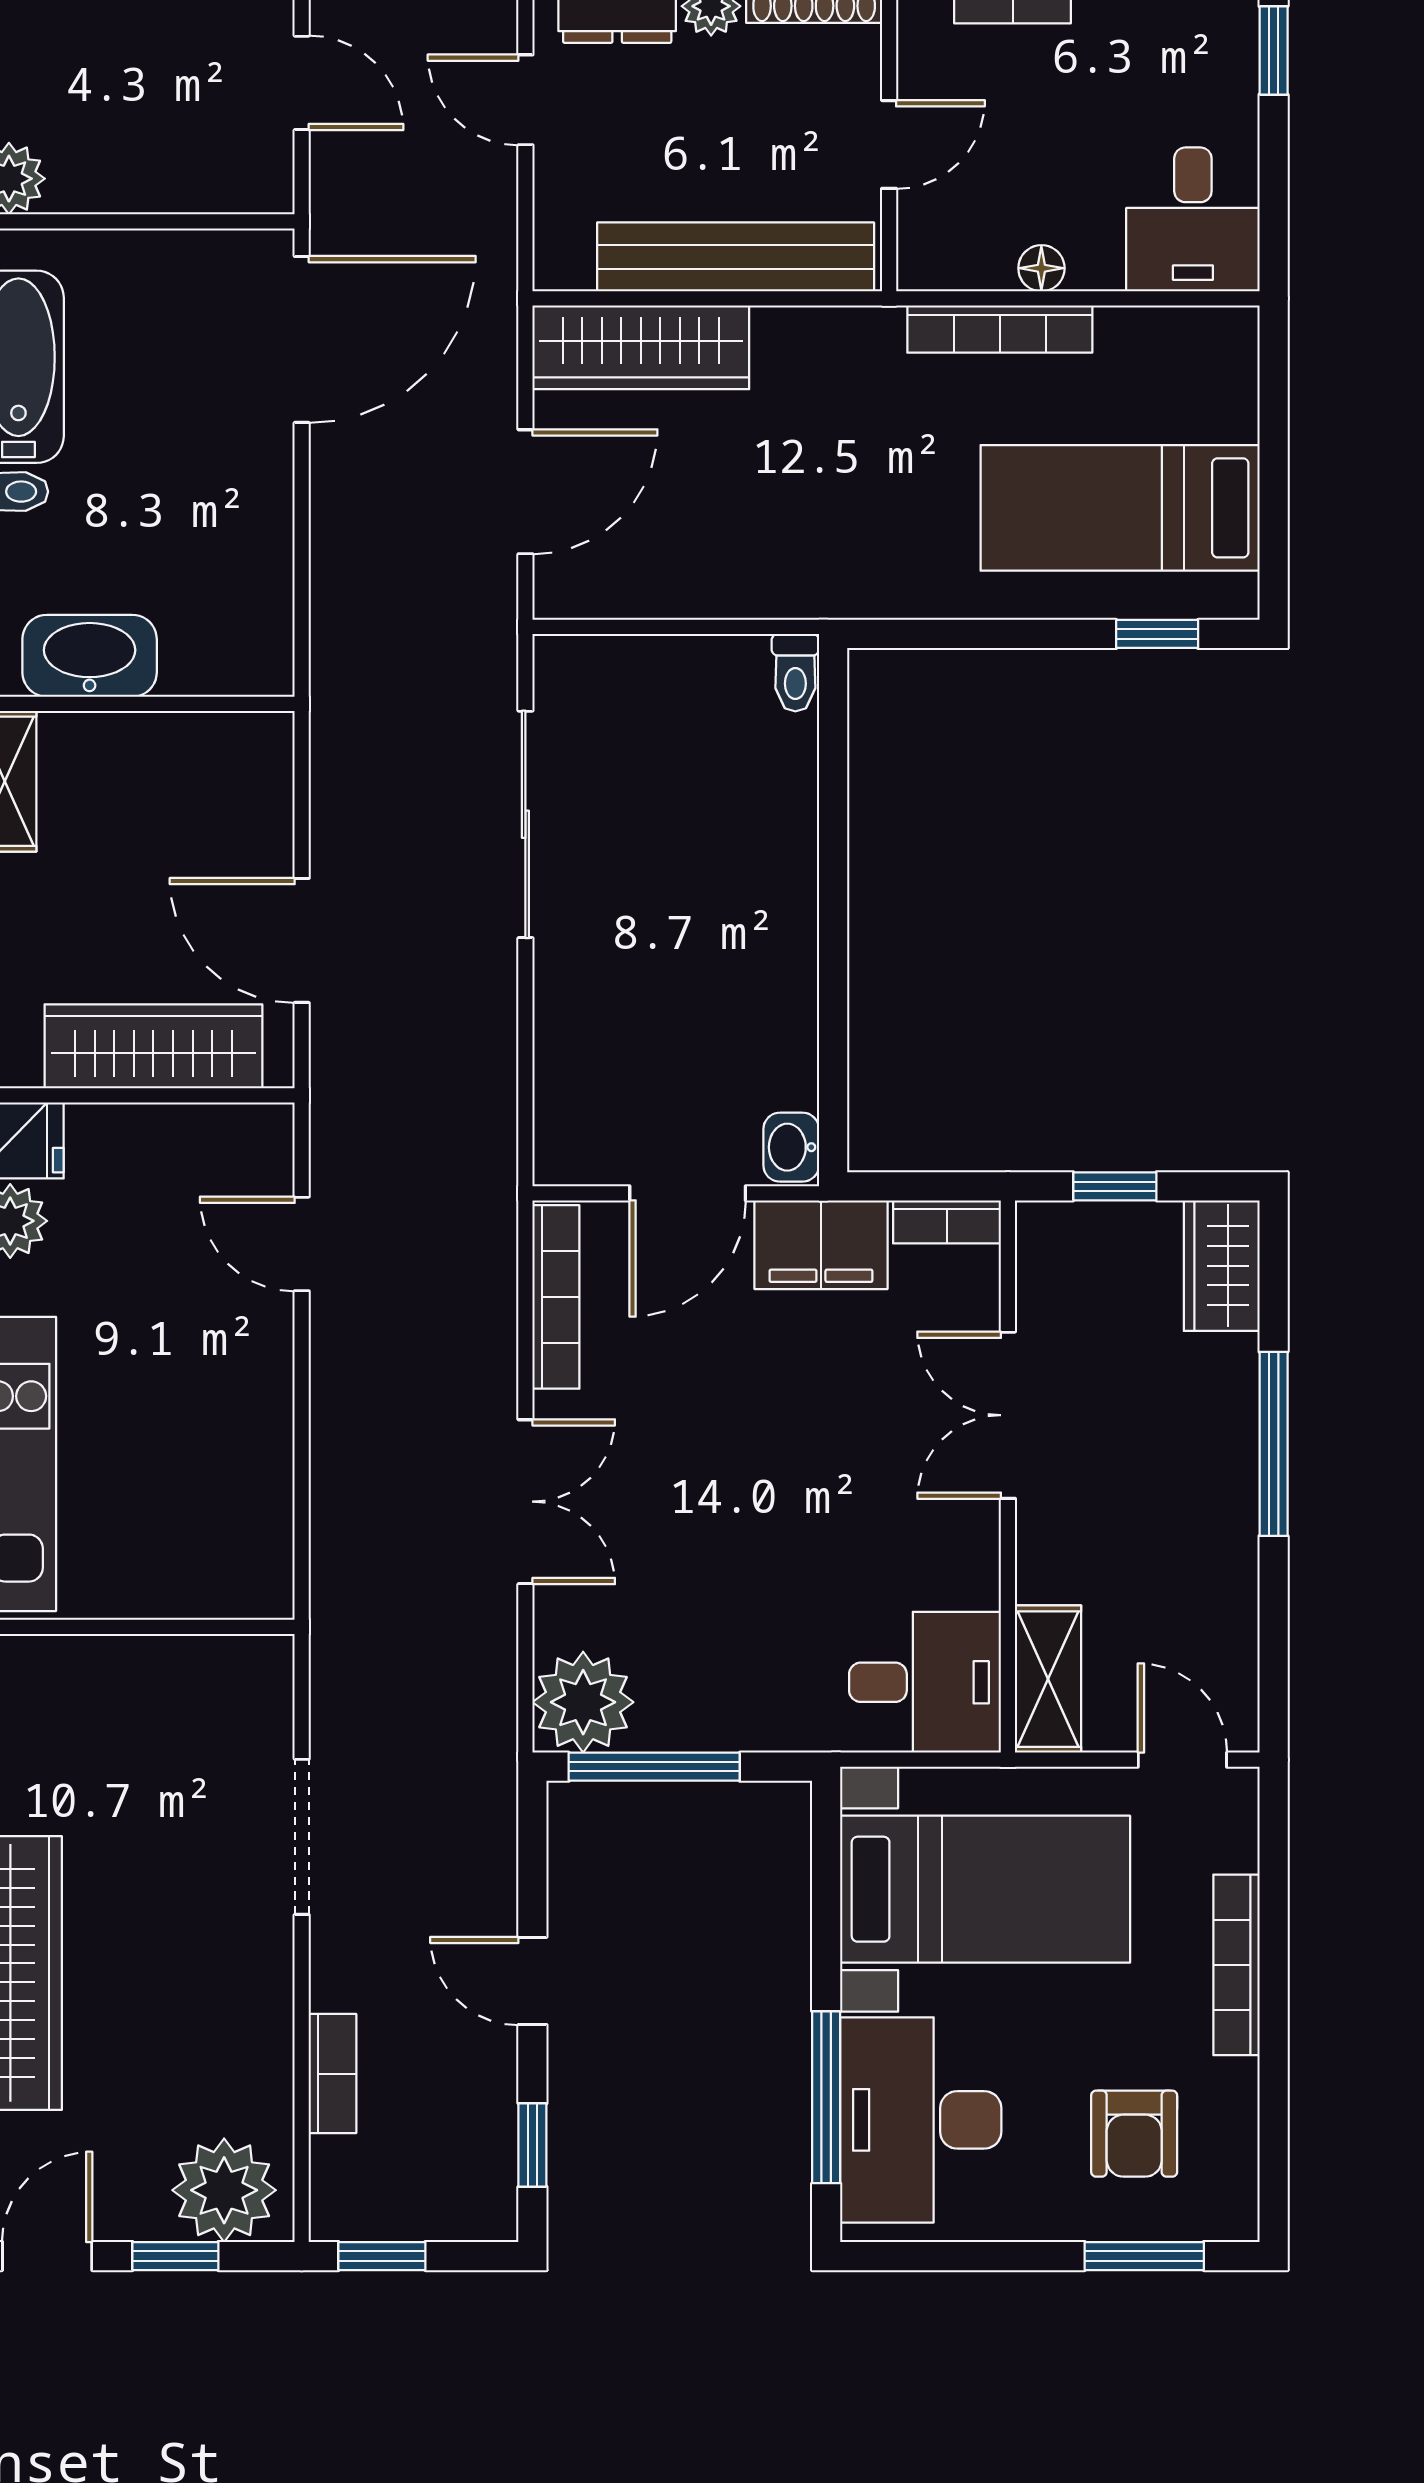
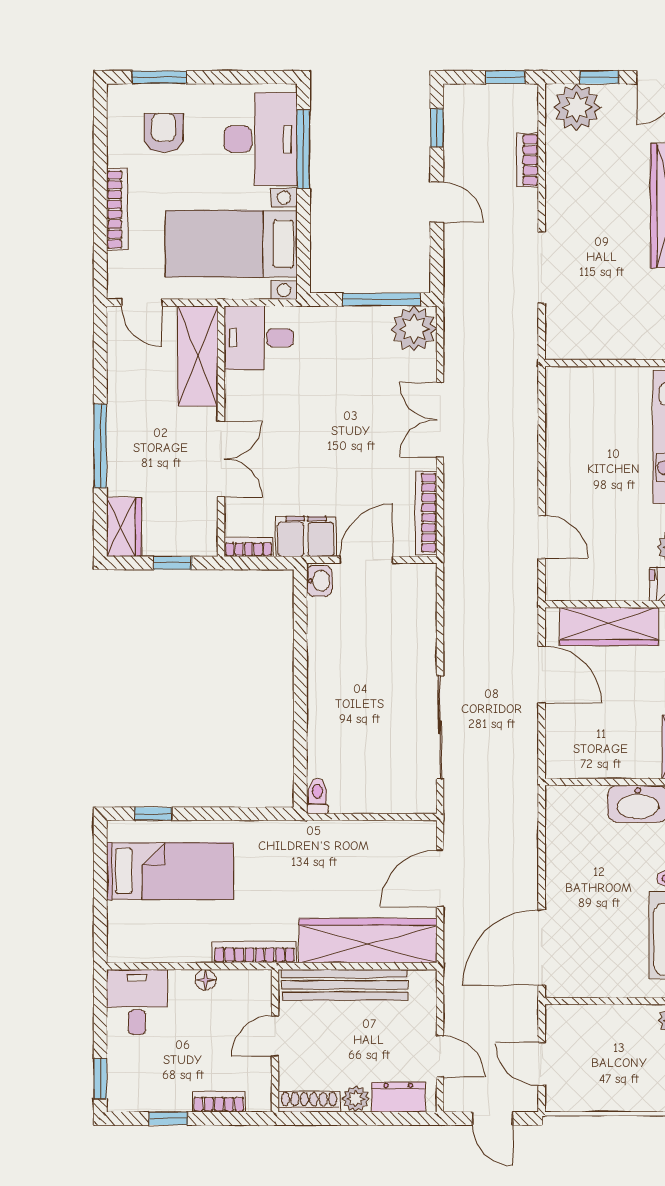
bookcase: (1000, 329) -> (255, 952), moved
wardrobe: (641, 347) -> (368, 941), width x1.40, depth x1.17
shelving: (1048, 1679) -> (198, 356), width x1.50, depth x1.33

